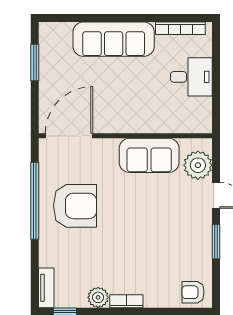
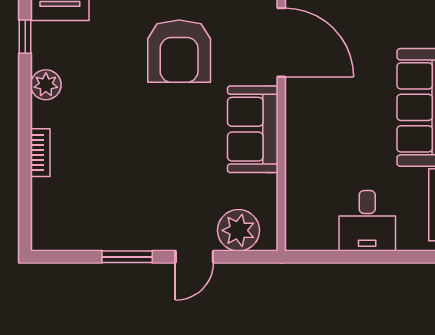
sofa: (149, 155) -> (253, 129), moved
armchair: (193, 292) -> (53, 223), removed
bookcase: (126, 301) -> (40, 153), moved

